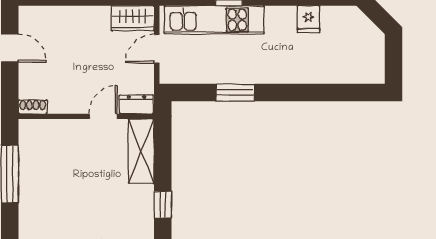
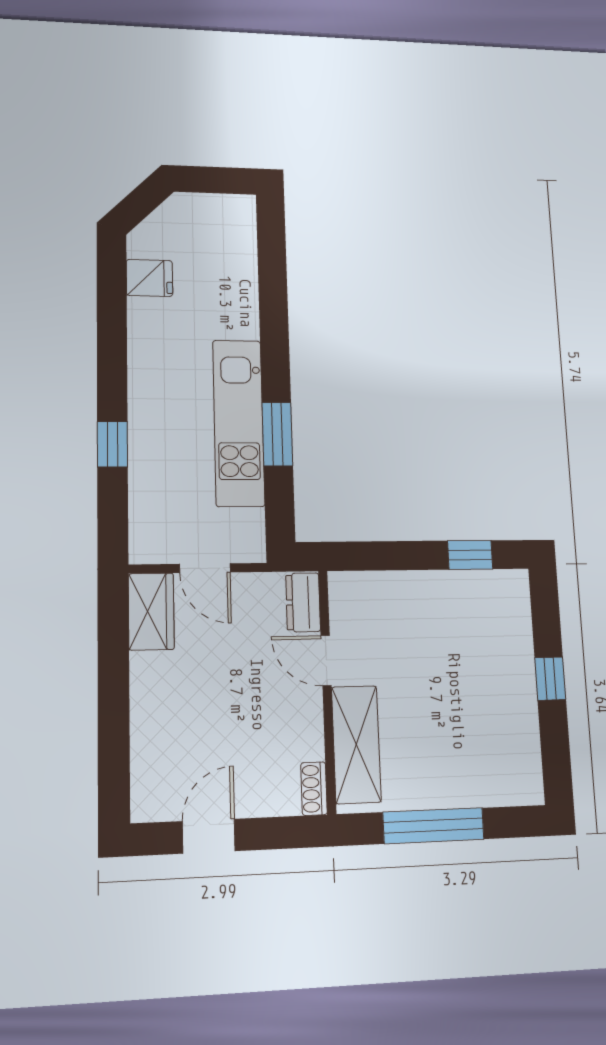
fridge: (308, 19) -> (149, 278), moved
kitchen unit: (214, 20) -> (239, 423), moved, turned 180
shelving: (141, 151) -> (356, 744), moved, turned 90

